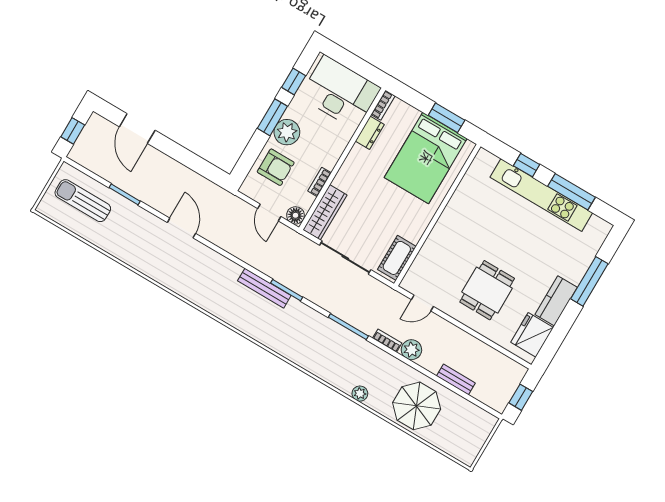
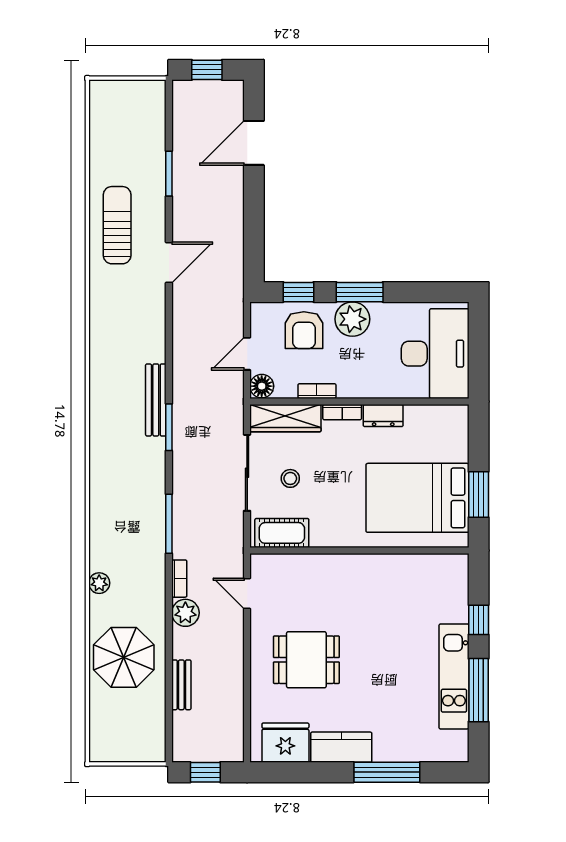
window: (294, 81) -> (298, 292), moved
bookcase: (383, 105) -> (342, 412), moved
dresser: (370, 133) -> (383, 416), moved
kitchen unit: (541, 195) -> (454, 676), width x0.73
sun lounger: (83, 201) -> (117, 225), moved
stool: (365, 232) -> (290, 478), added

